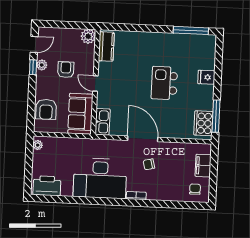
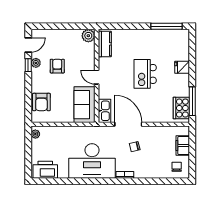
plant: (88, 36) -> (88, 36), moved
kitchen counter: (106, 47) -> (105, 44), moved
wall: (95, 82) -> (97, 76), moved
door: (95, 84) -> (97, 77), moved
sofa: (80, 114) -> (85, 105), moved
kitchen sink: (103, 122) -> (104, 111), moved

